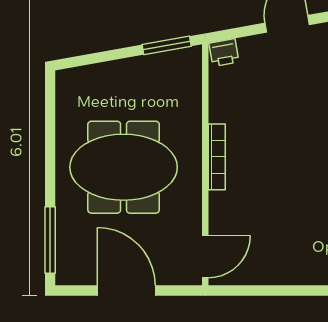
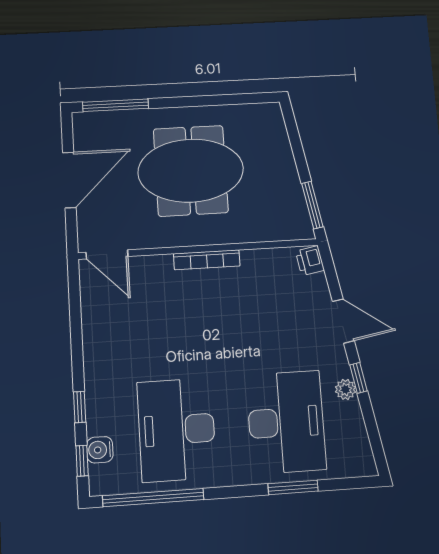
meeting table: (124, 167) -> (191, 171), turned 90

